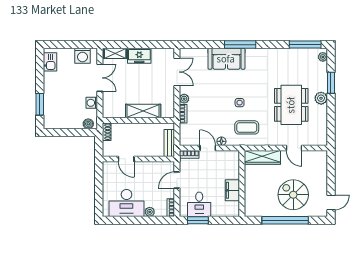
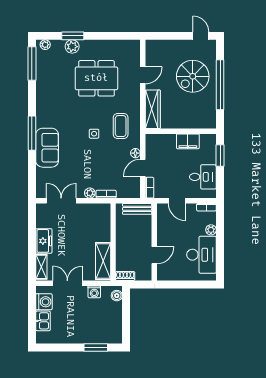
kitchen sink: (50, 62) -> (43, 321), moved, turned 90
plant: (321, 98) -> (72, 47), moved
shelving: (143, 111) -> (103, 261), moved
window: (198, 220) -> (220, 155), moved

